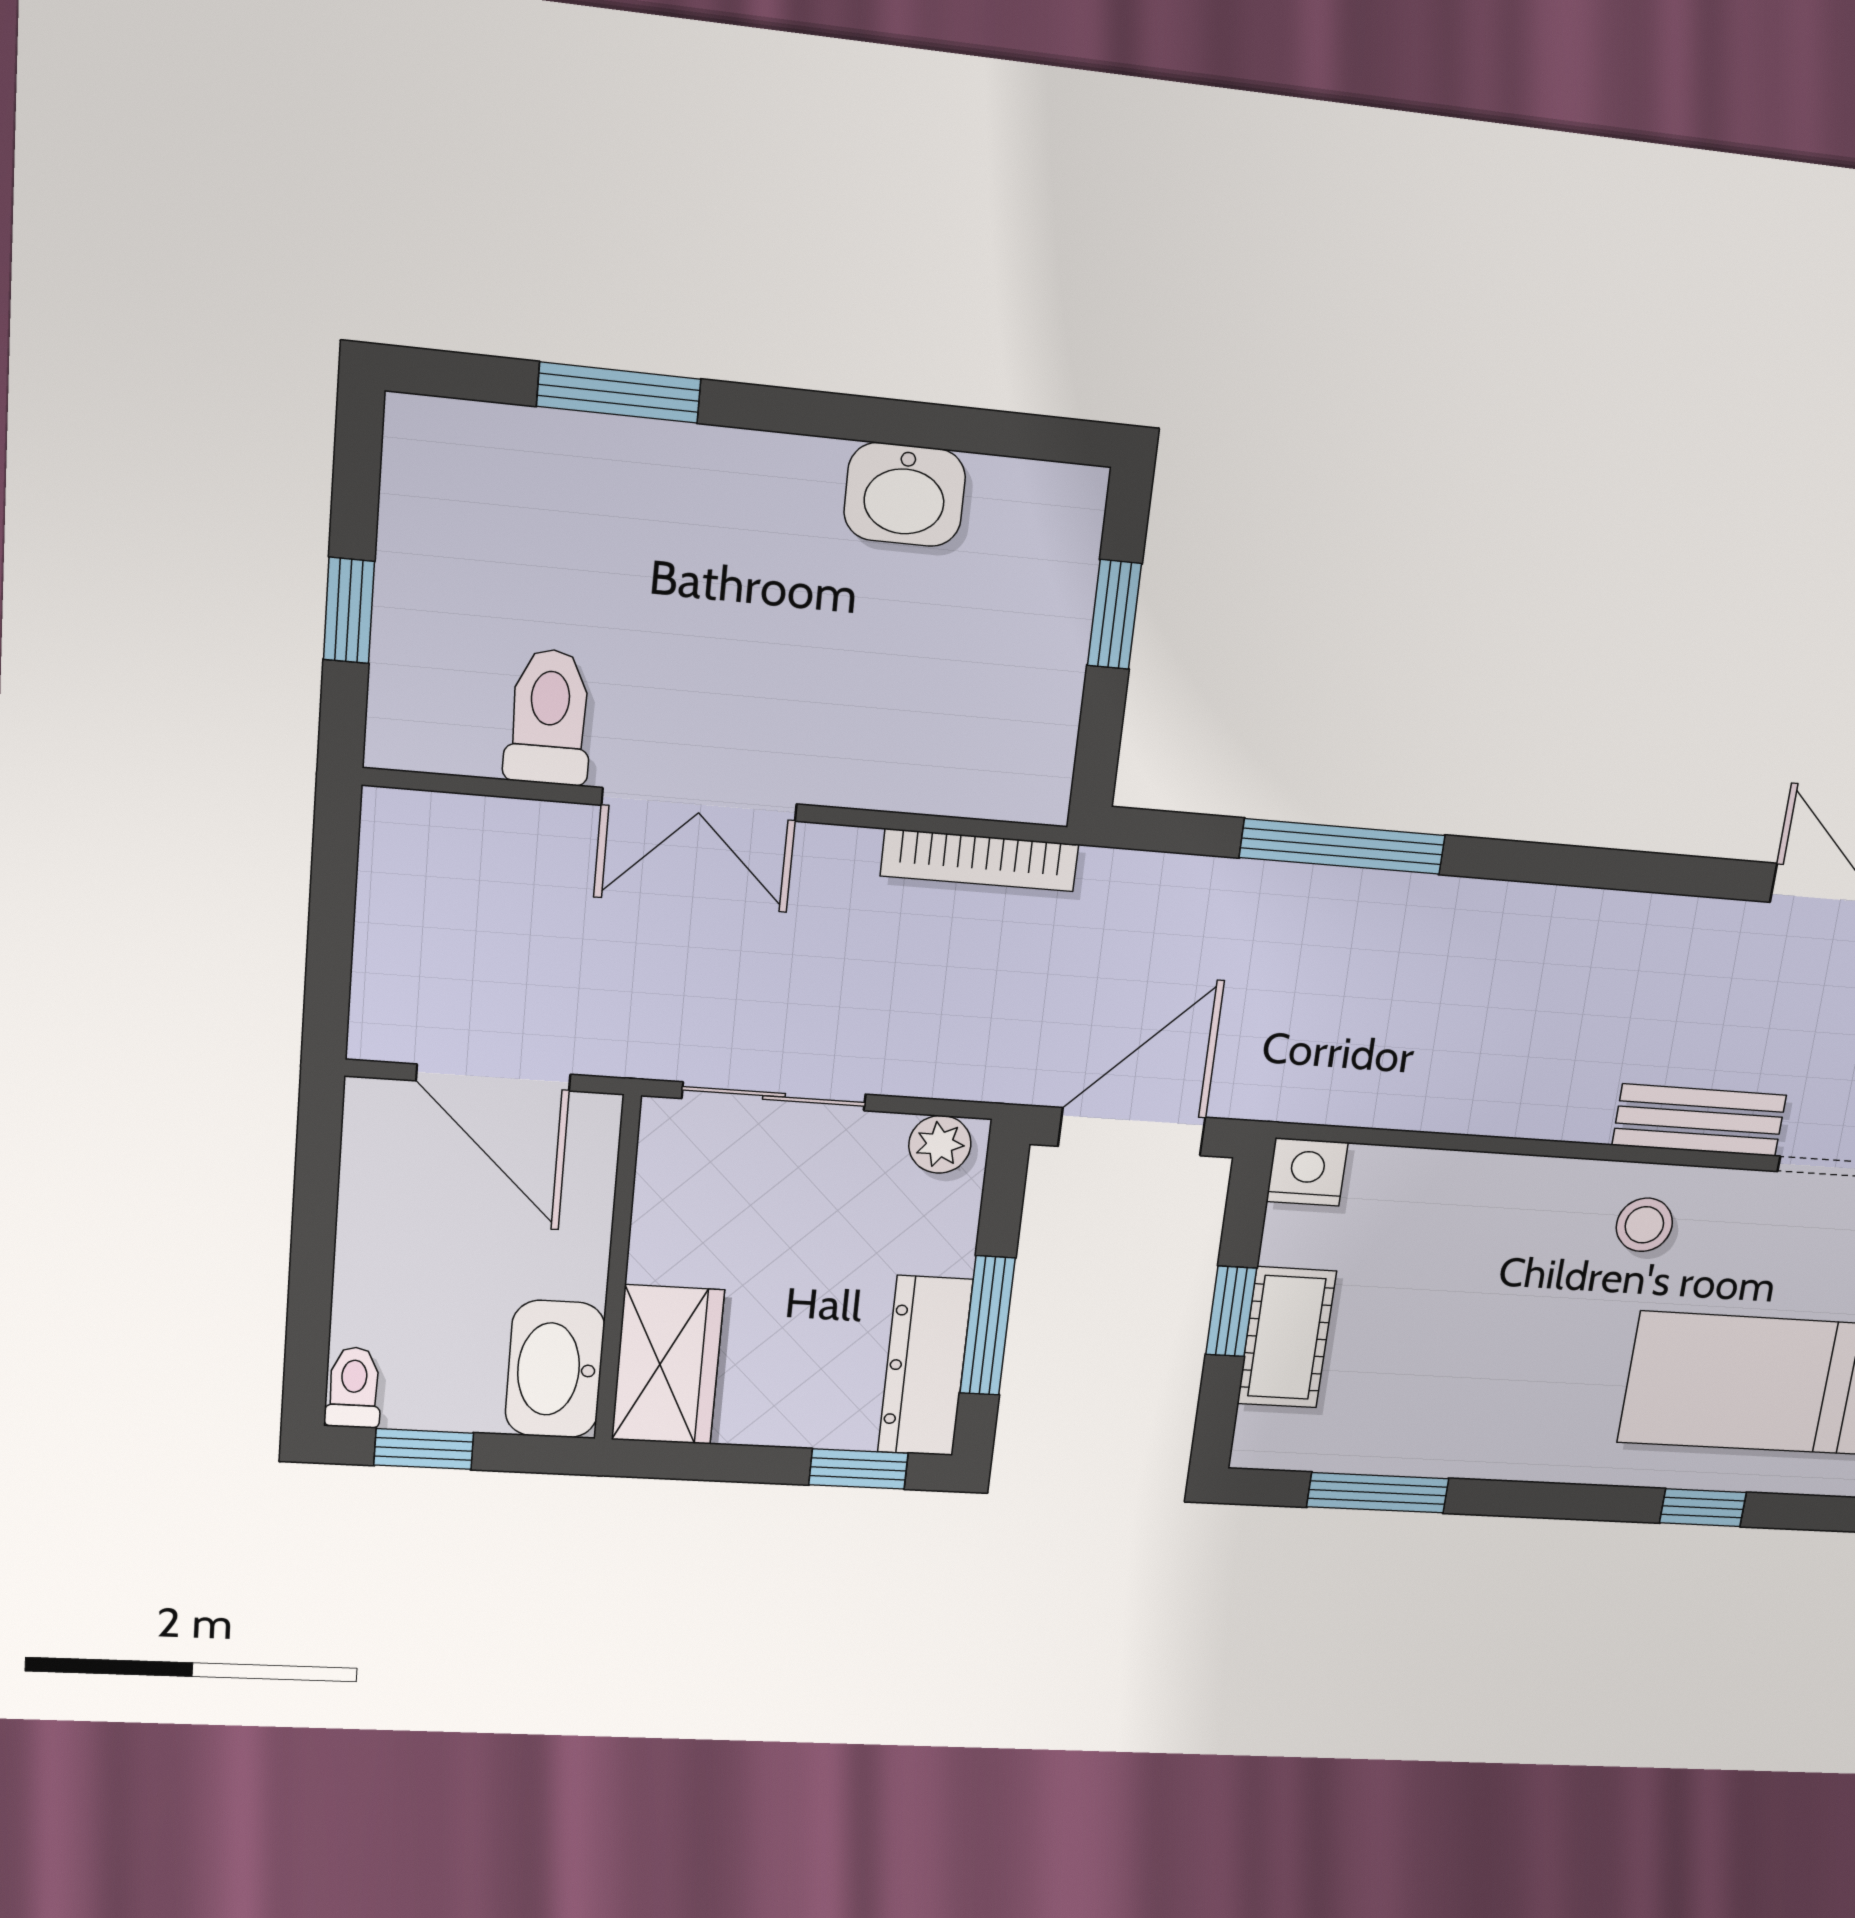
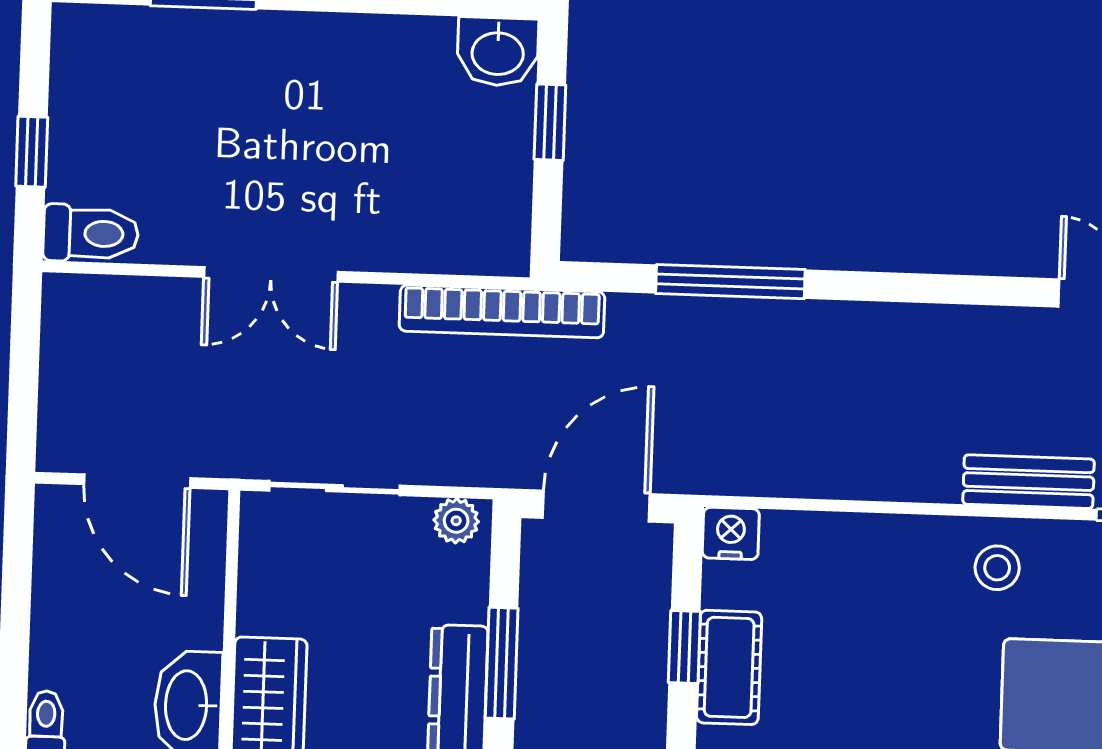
washbasin: (905, 495) -> (498, 52), moved
toilet: (549, 717) -> (91, 233), moved, turned 90
bookcase: (980, 860) -> (502, 311), width x1.48, depth x1.31

